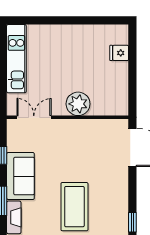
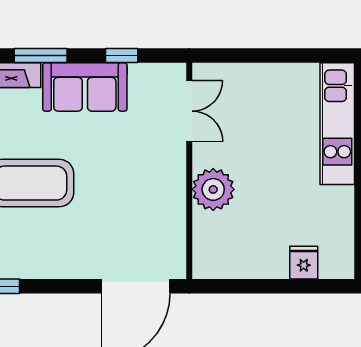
kitchen unit: (16, 59) -> (337, 124), moved, turned 90

